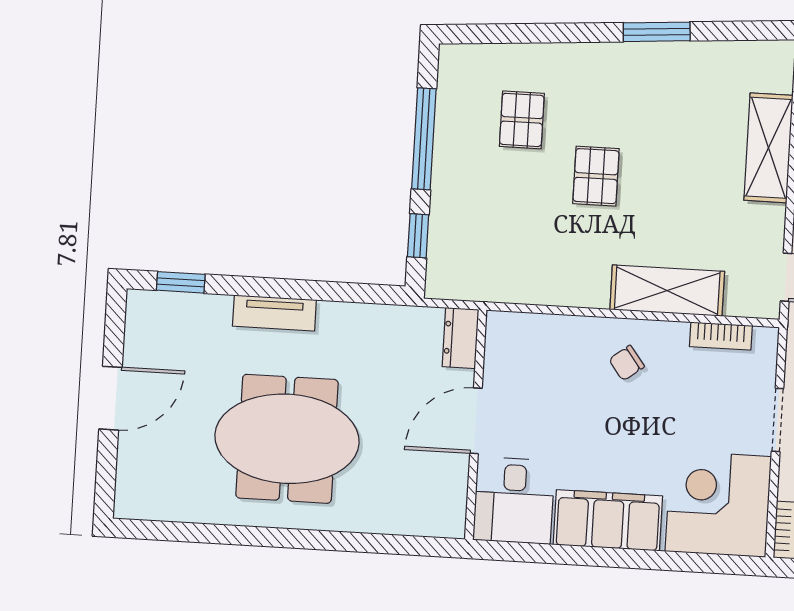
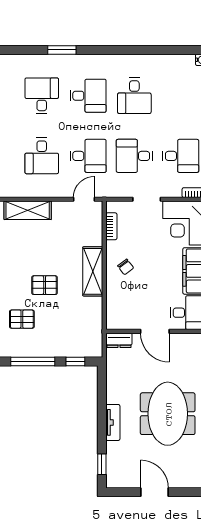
shelving: (667, 291) -> (93, 271), moved

